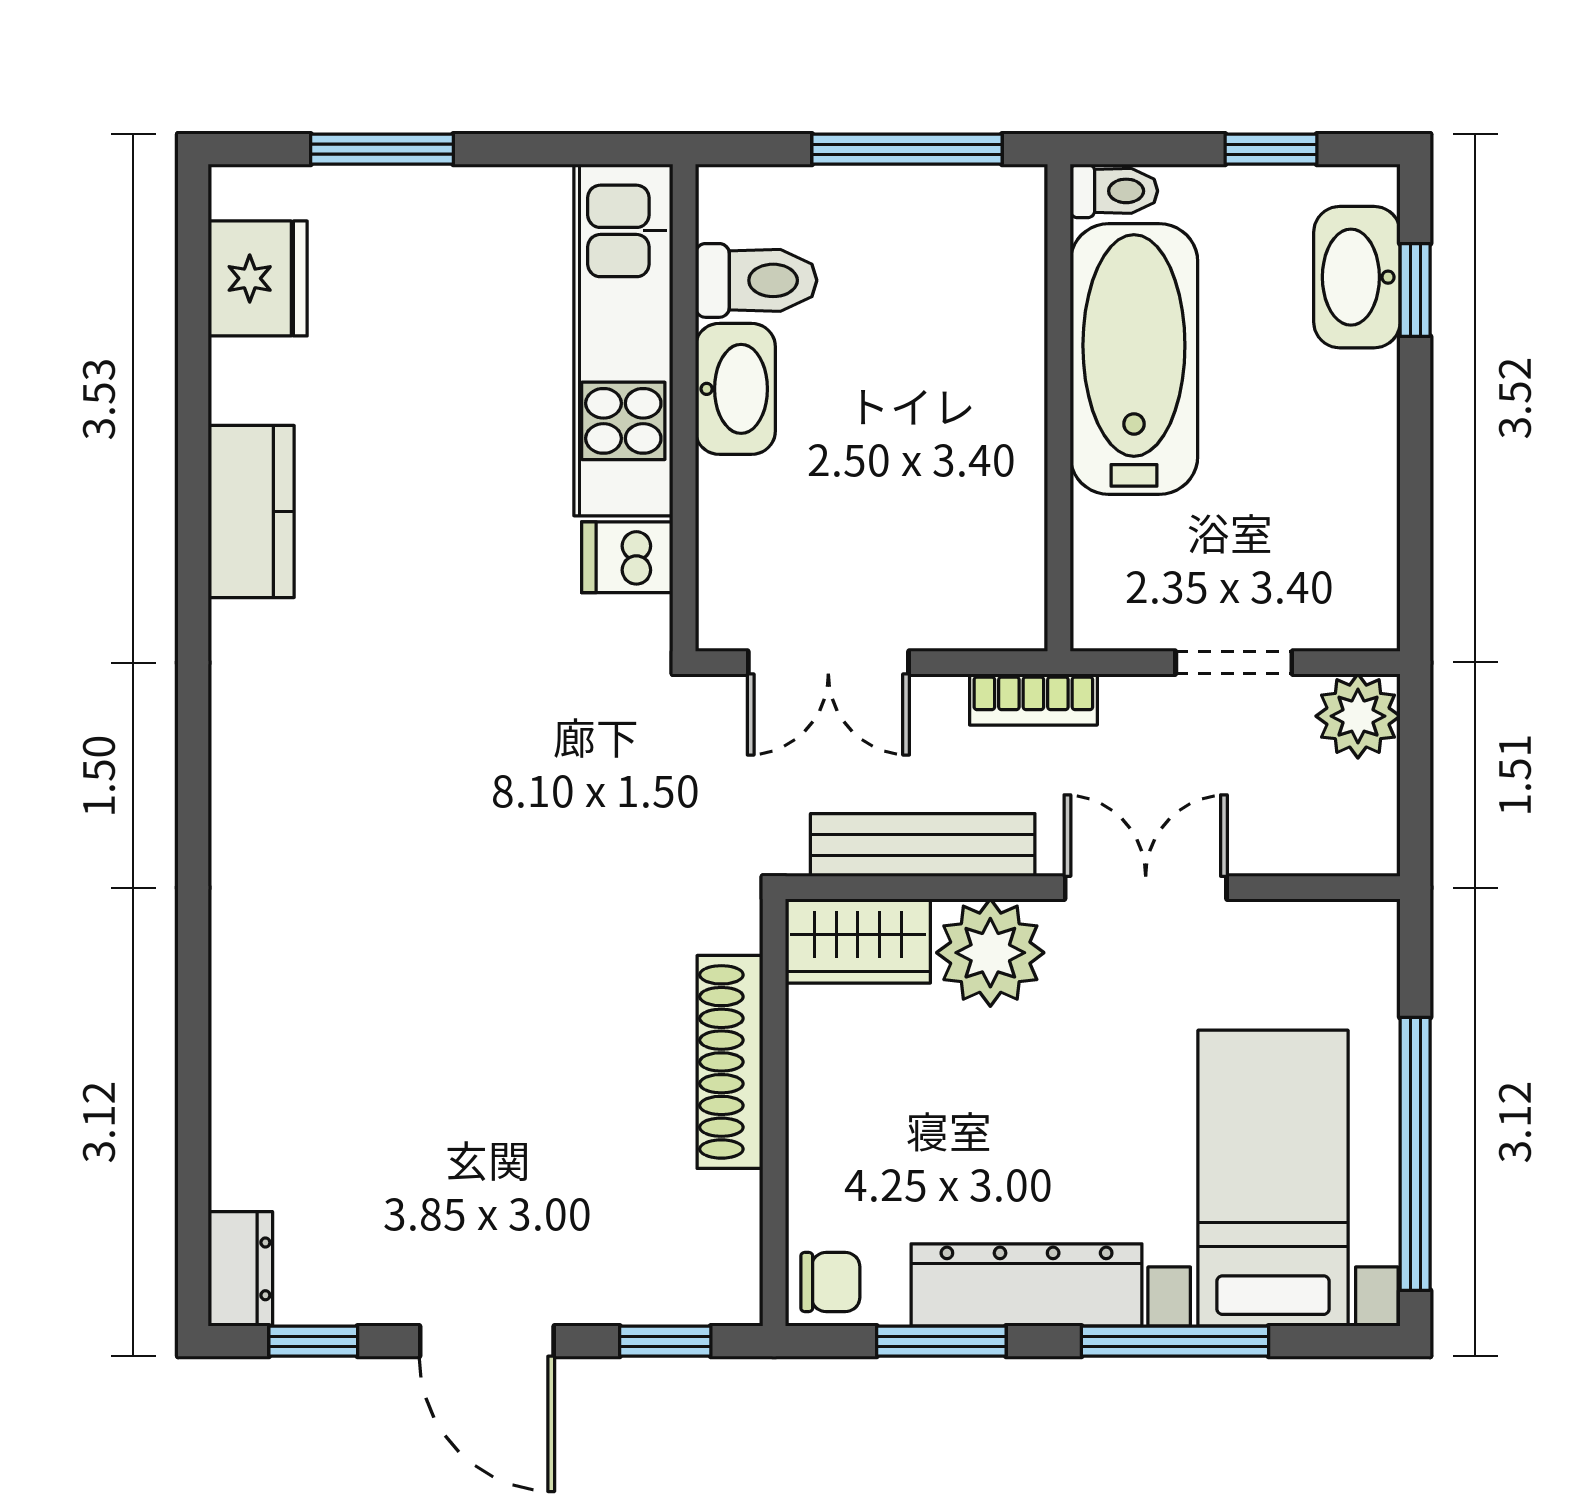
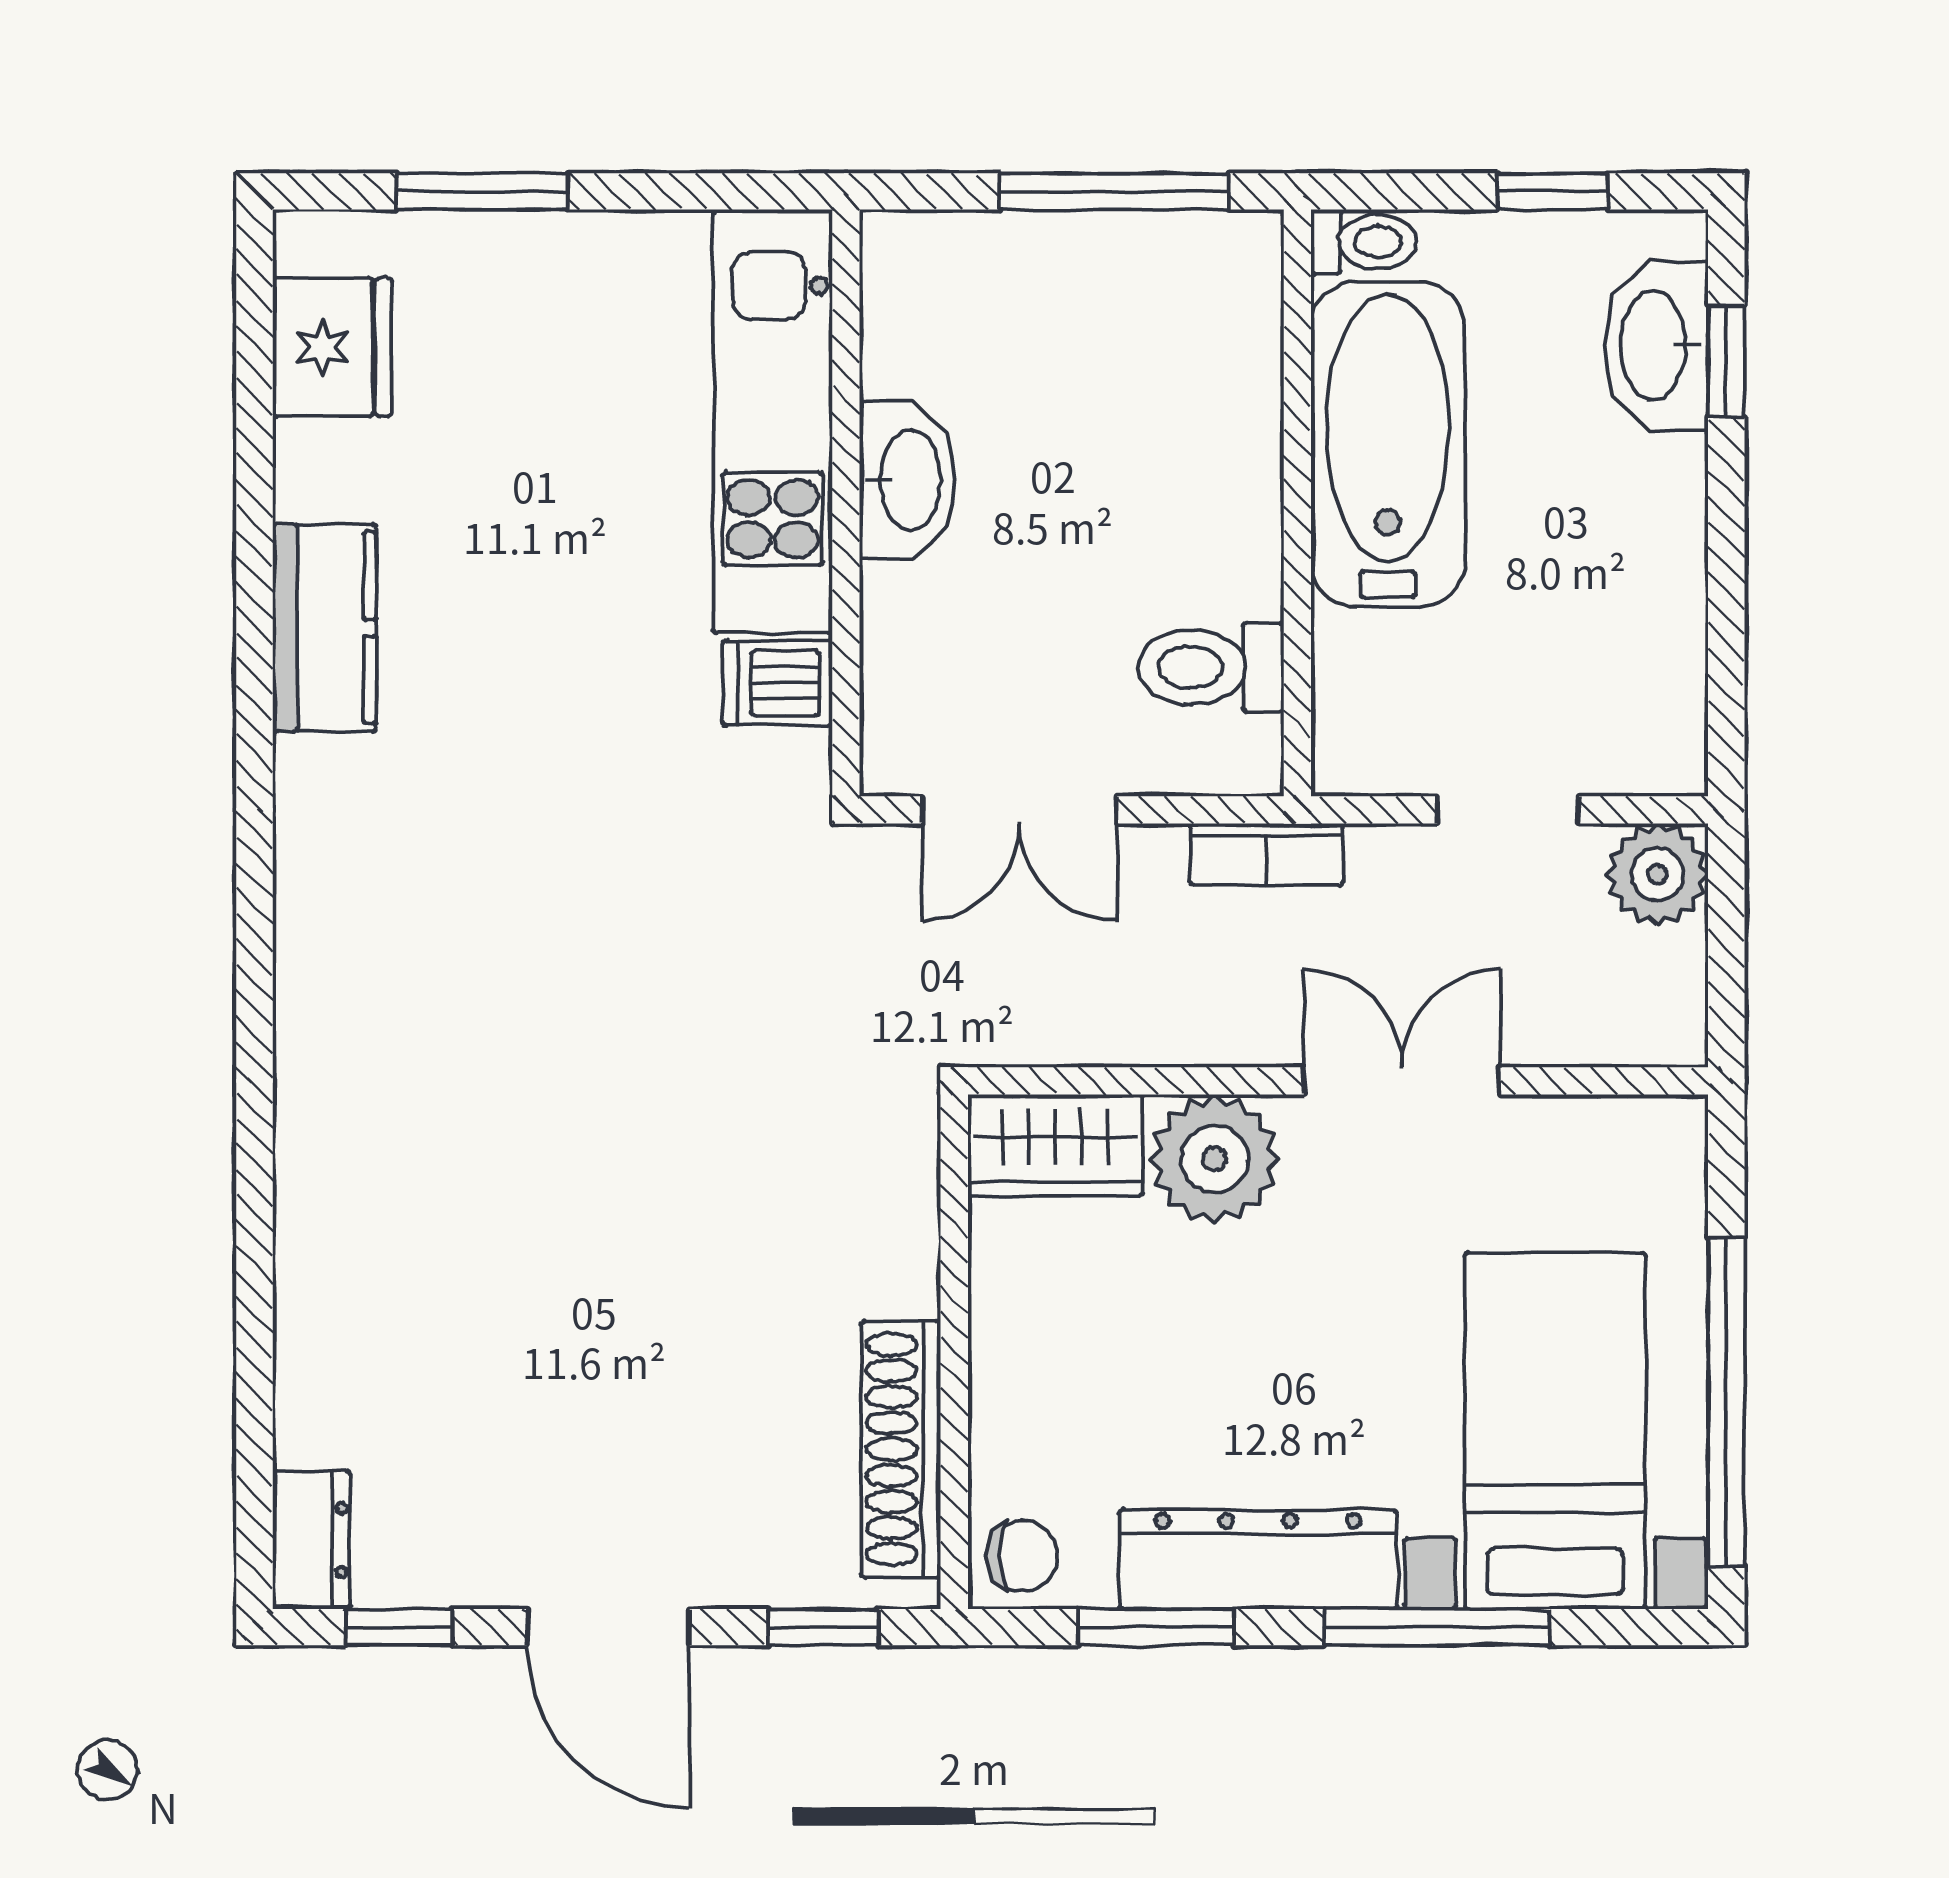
toilet: (756, 280) -> (1211, 667), moved, turned 180
bench: (923, 845) -> (1133, 1029), removed
shoe rack: (730, 1062) -> (901, 1449), moved

